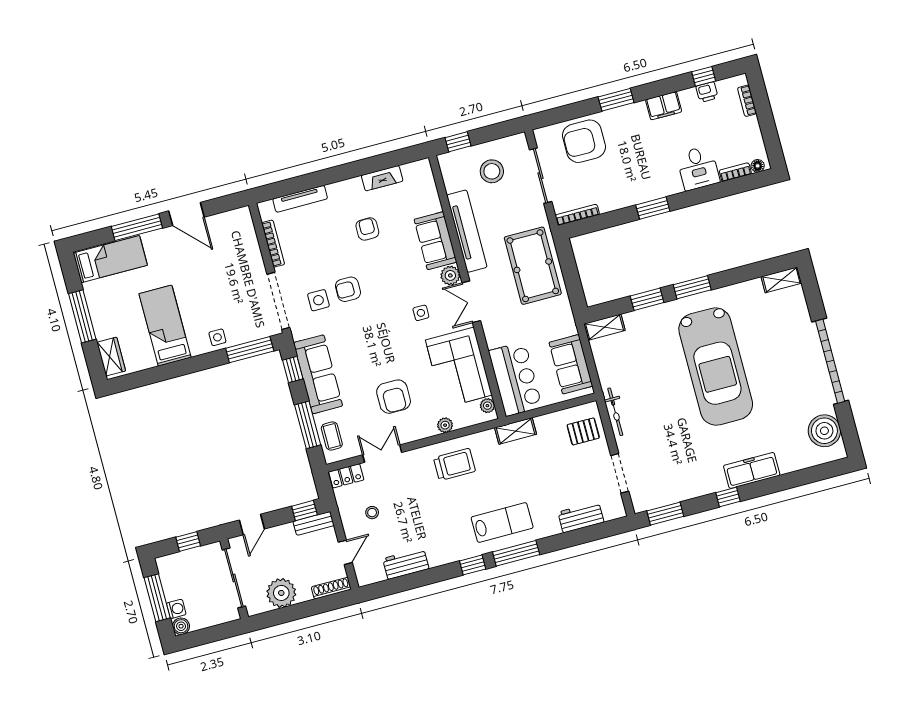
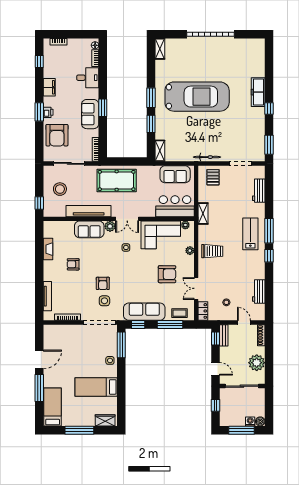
printer: (707, 92) -> (48, 112), moved
sofa: (636, 189) -> (90, 114), added
boiler: (824, 431) -> (247, 47), removed
trolley: (454, 464) -> (212, 251), turned 90

